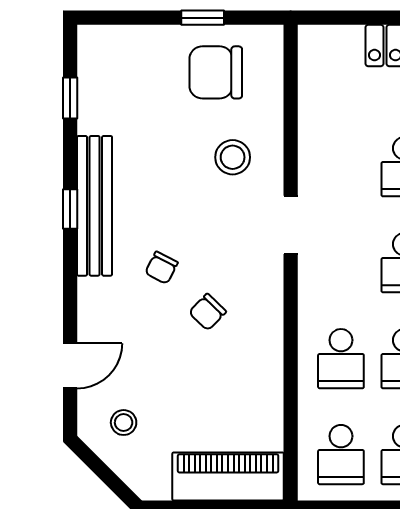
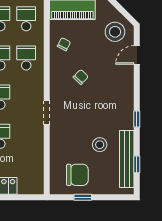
stool: (233, 157) -> (100, 145), moved
bench: (95, 206) -> (127, 159), moved
chair: (161, 268) -> (64, 44), moved
stool: (124, 423) -> (115, 32), width x1.89, depth x1.89

